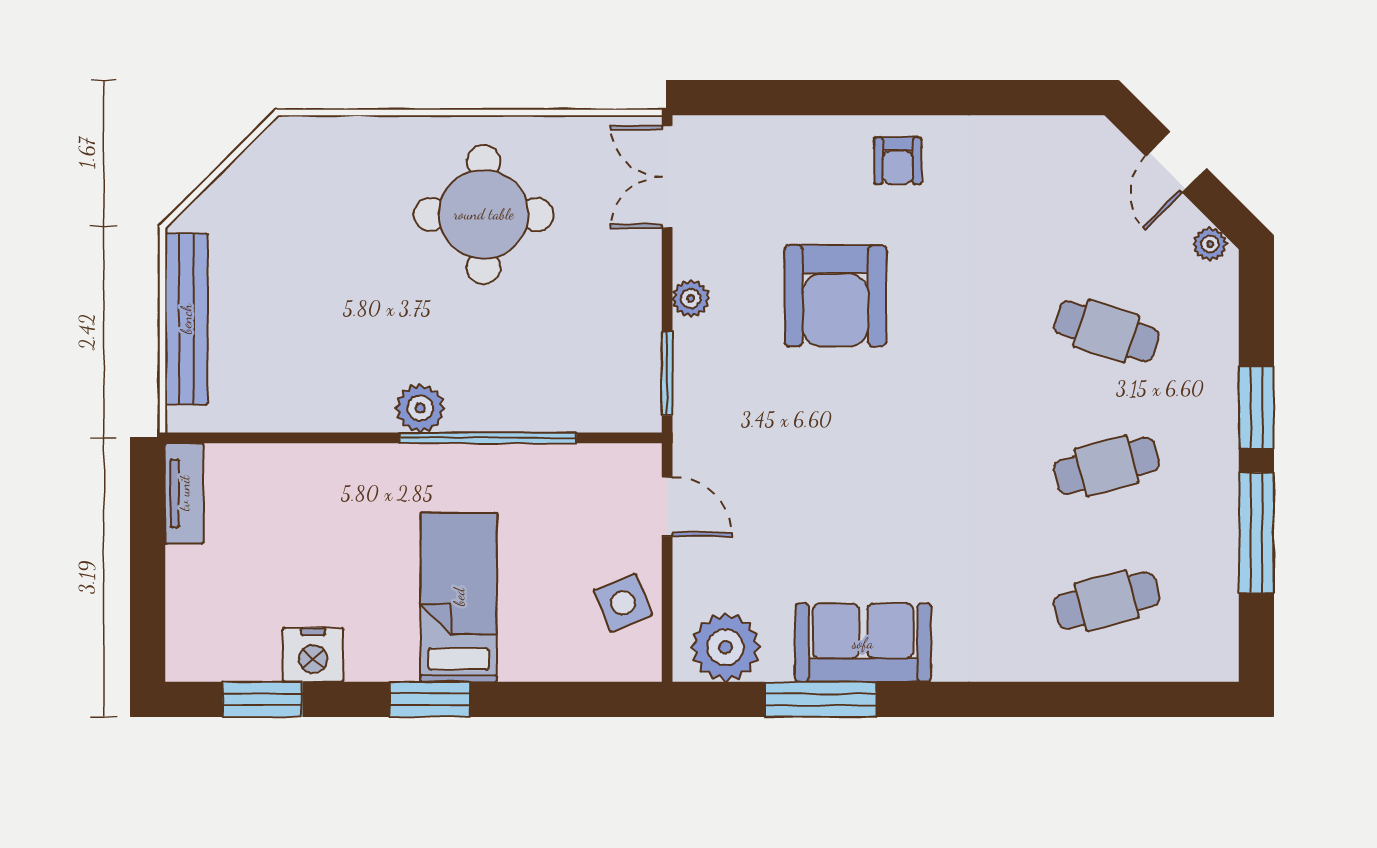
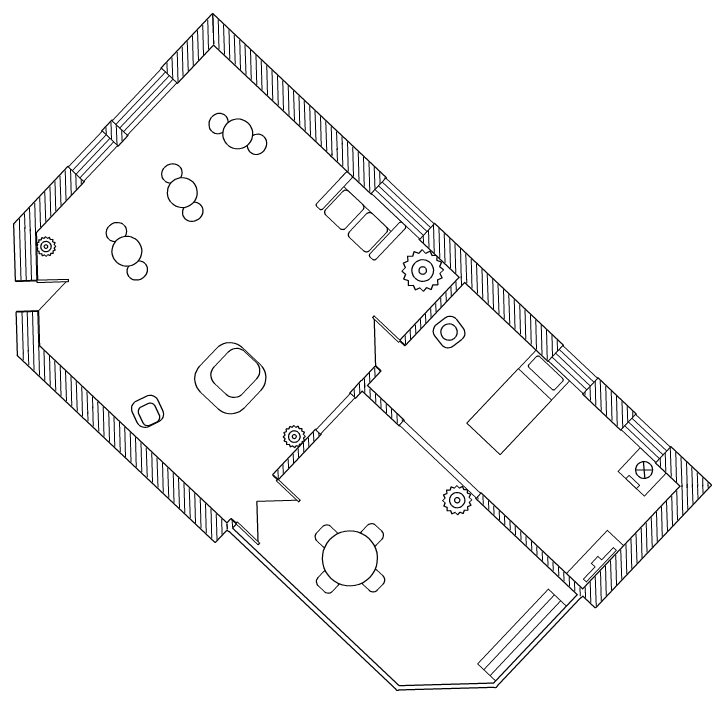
armchair: (898, 161) -> (148, 411), turned 111
cafe table: (1106, 466) -> (182, 193), turned 33
side table: (623, 603) -> (449, 332), turned 31
nightstand: (313, 655) -> (642, 472), moved

